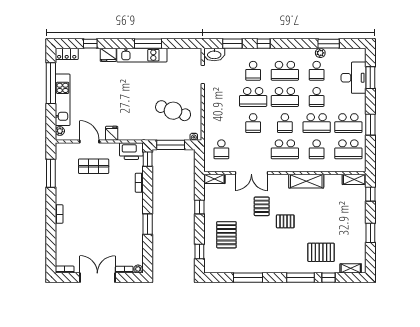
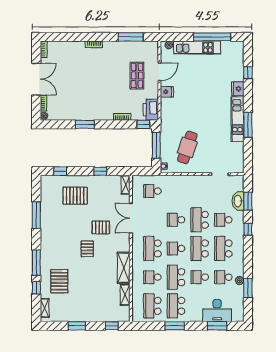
locker: (67, 54) -> (239, 51), removed
washbasin: (214, 54) -> (238, 201), moved
shelving: (354, 179) -> (125, 295), moved

